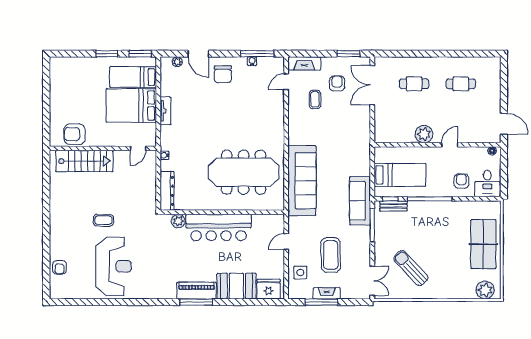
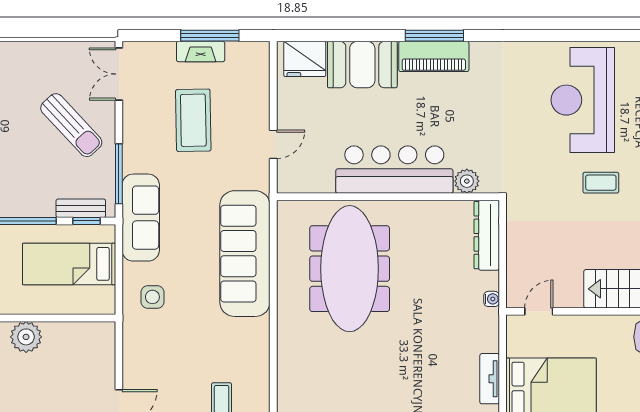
meeting table: (244, 172) -> (350, 269), turned 90
sun lounger: (411, 268) -> (71, 125), moved
side table: (300, 272) -> (152, 297), moved

